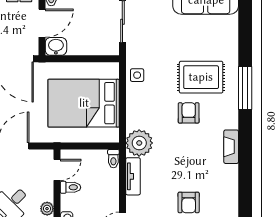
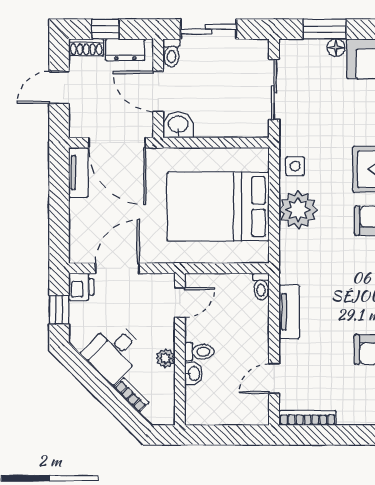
door: (42, 23) -> (158, 91), swing flipped
plant: (139, 143) -> (298, 210), moved
toilet: (70, 187) -> (199, 352), moved

